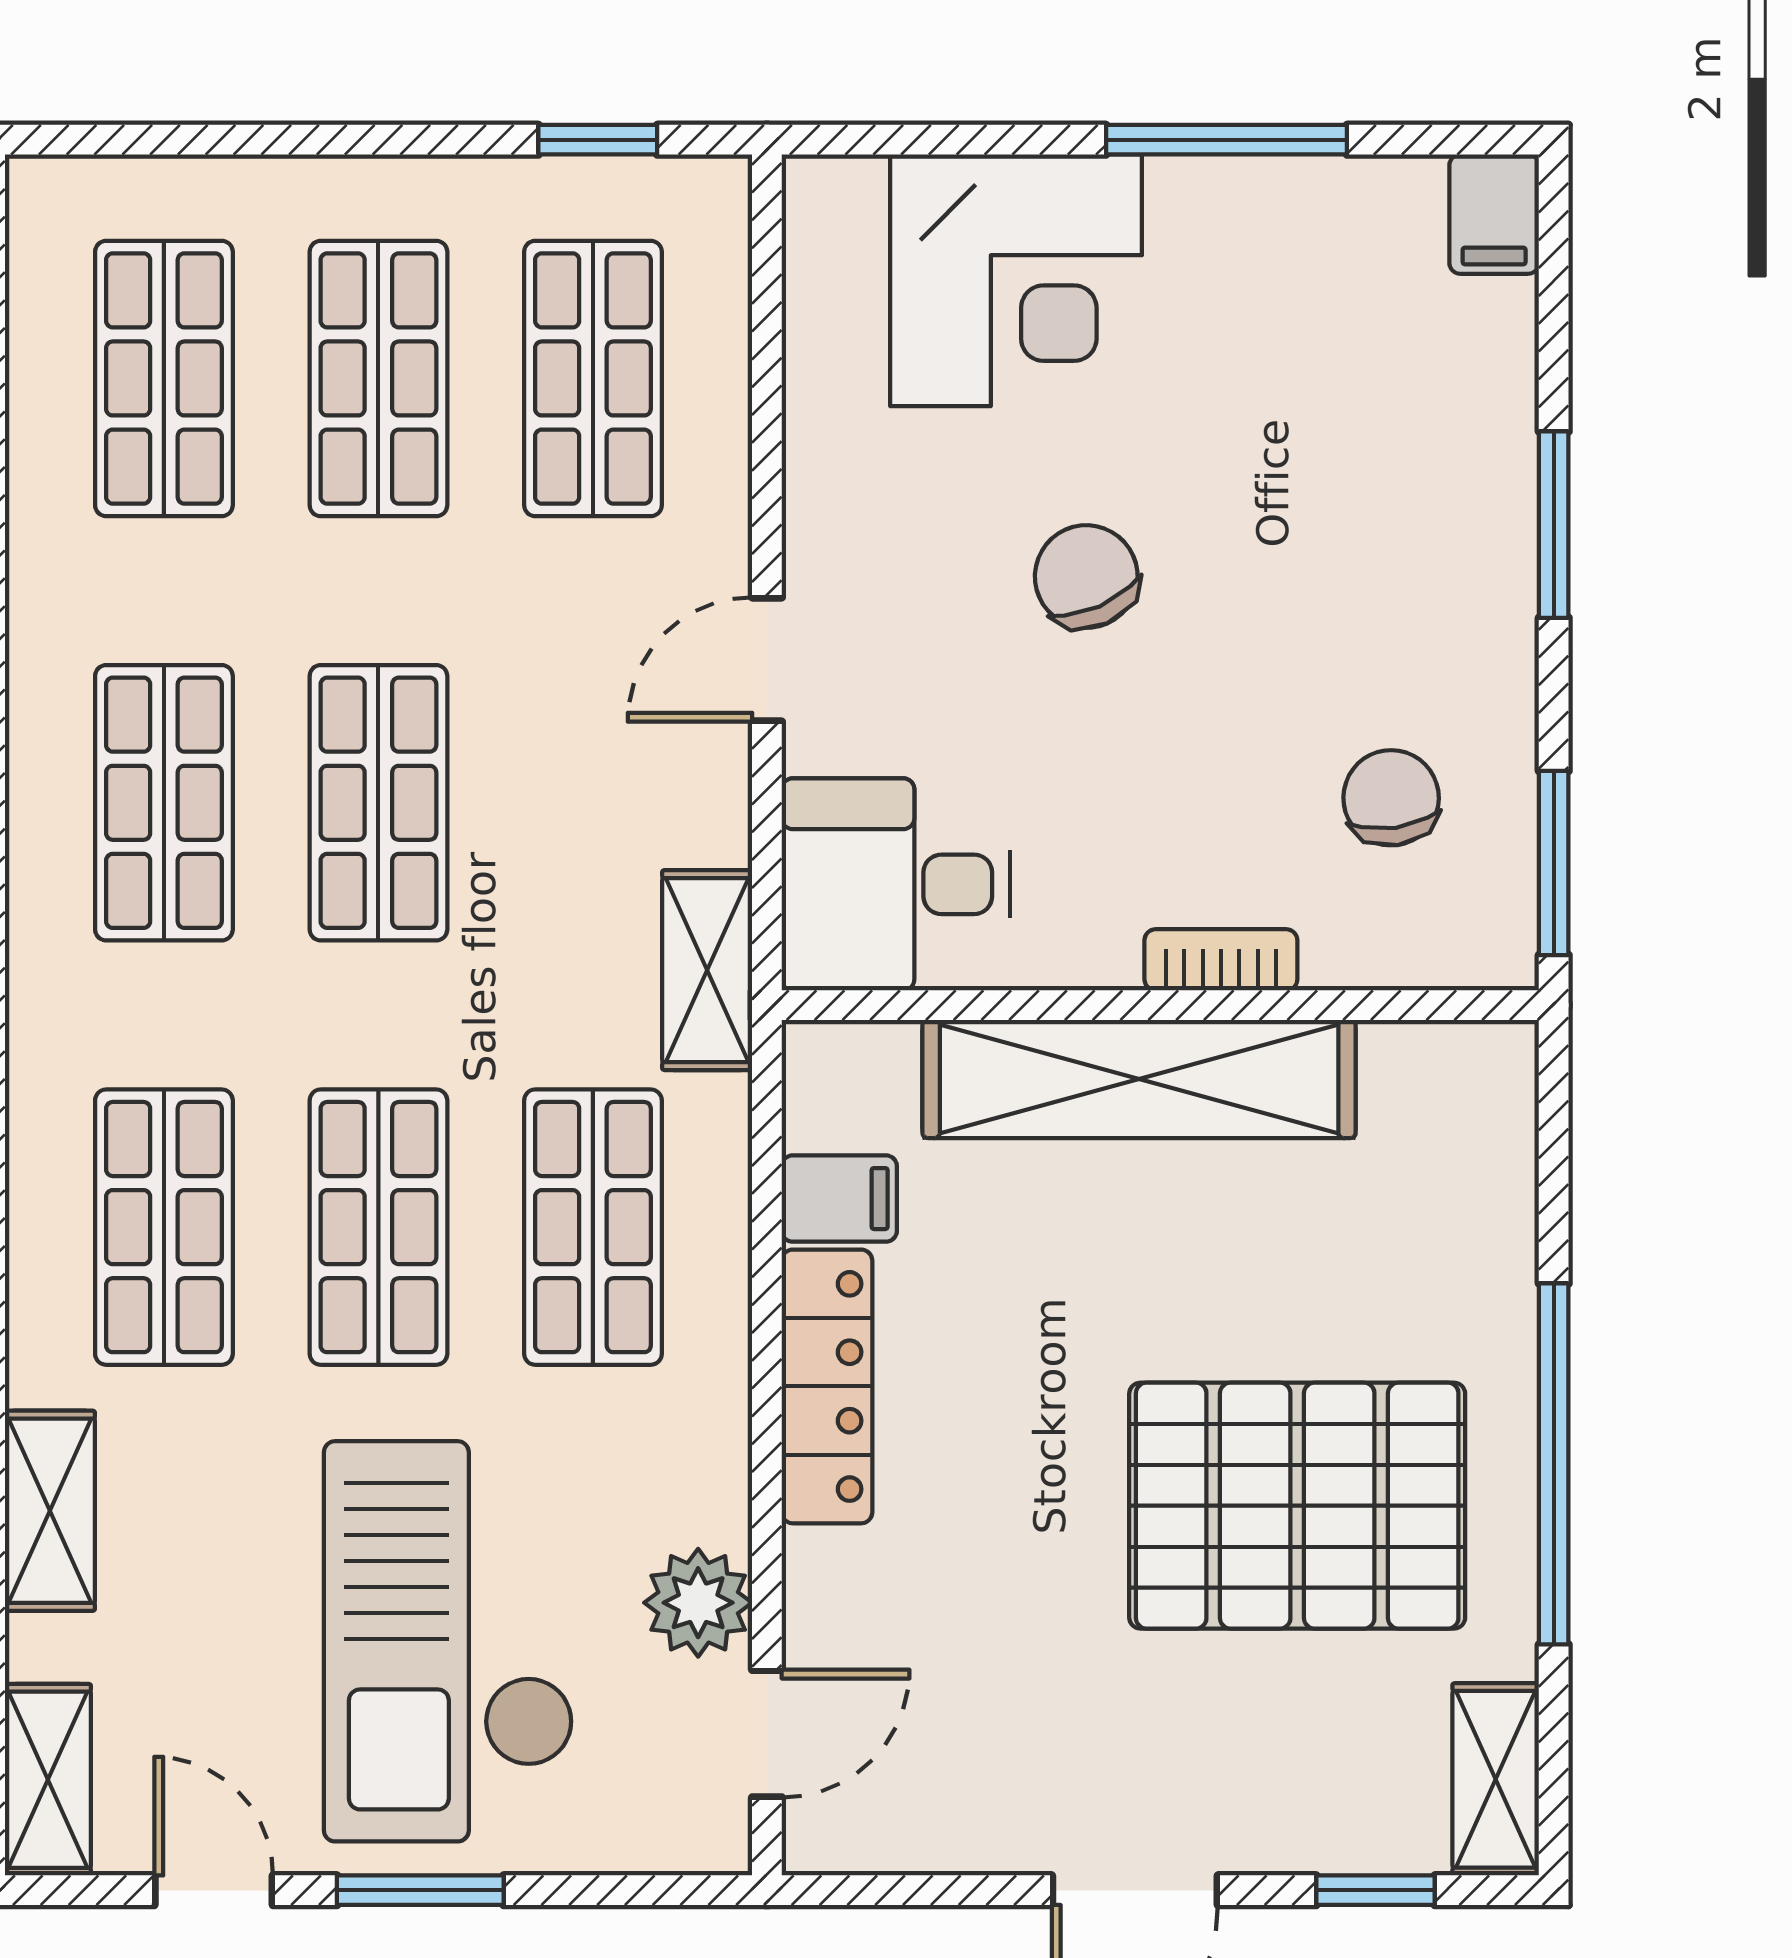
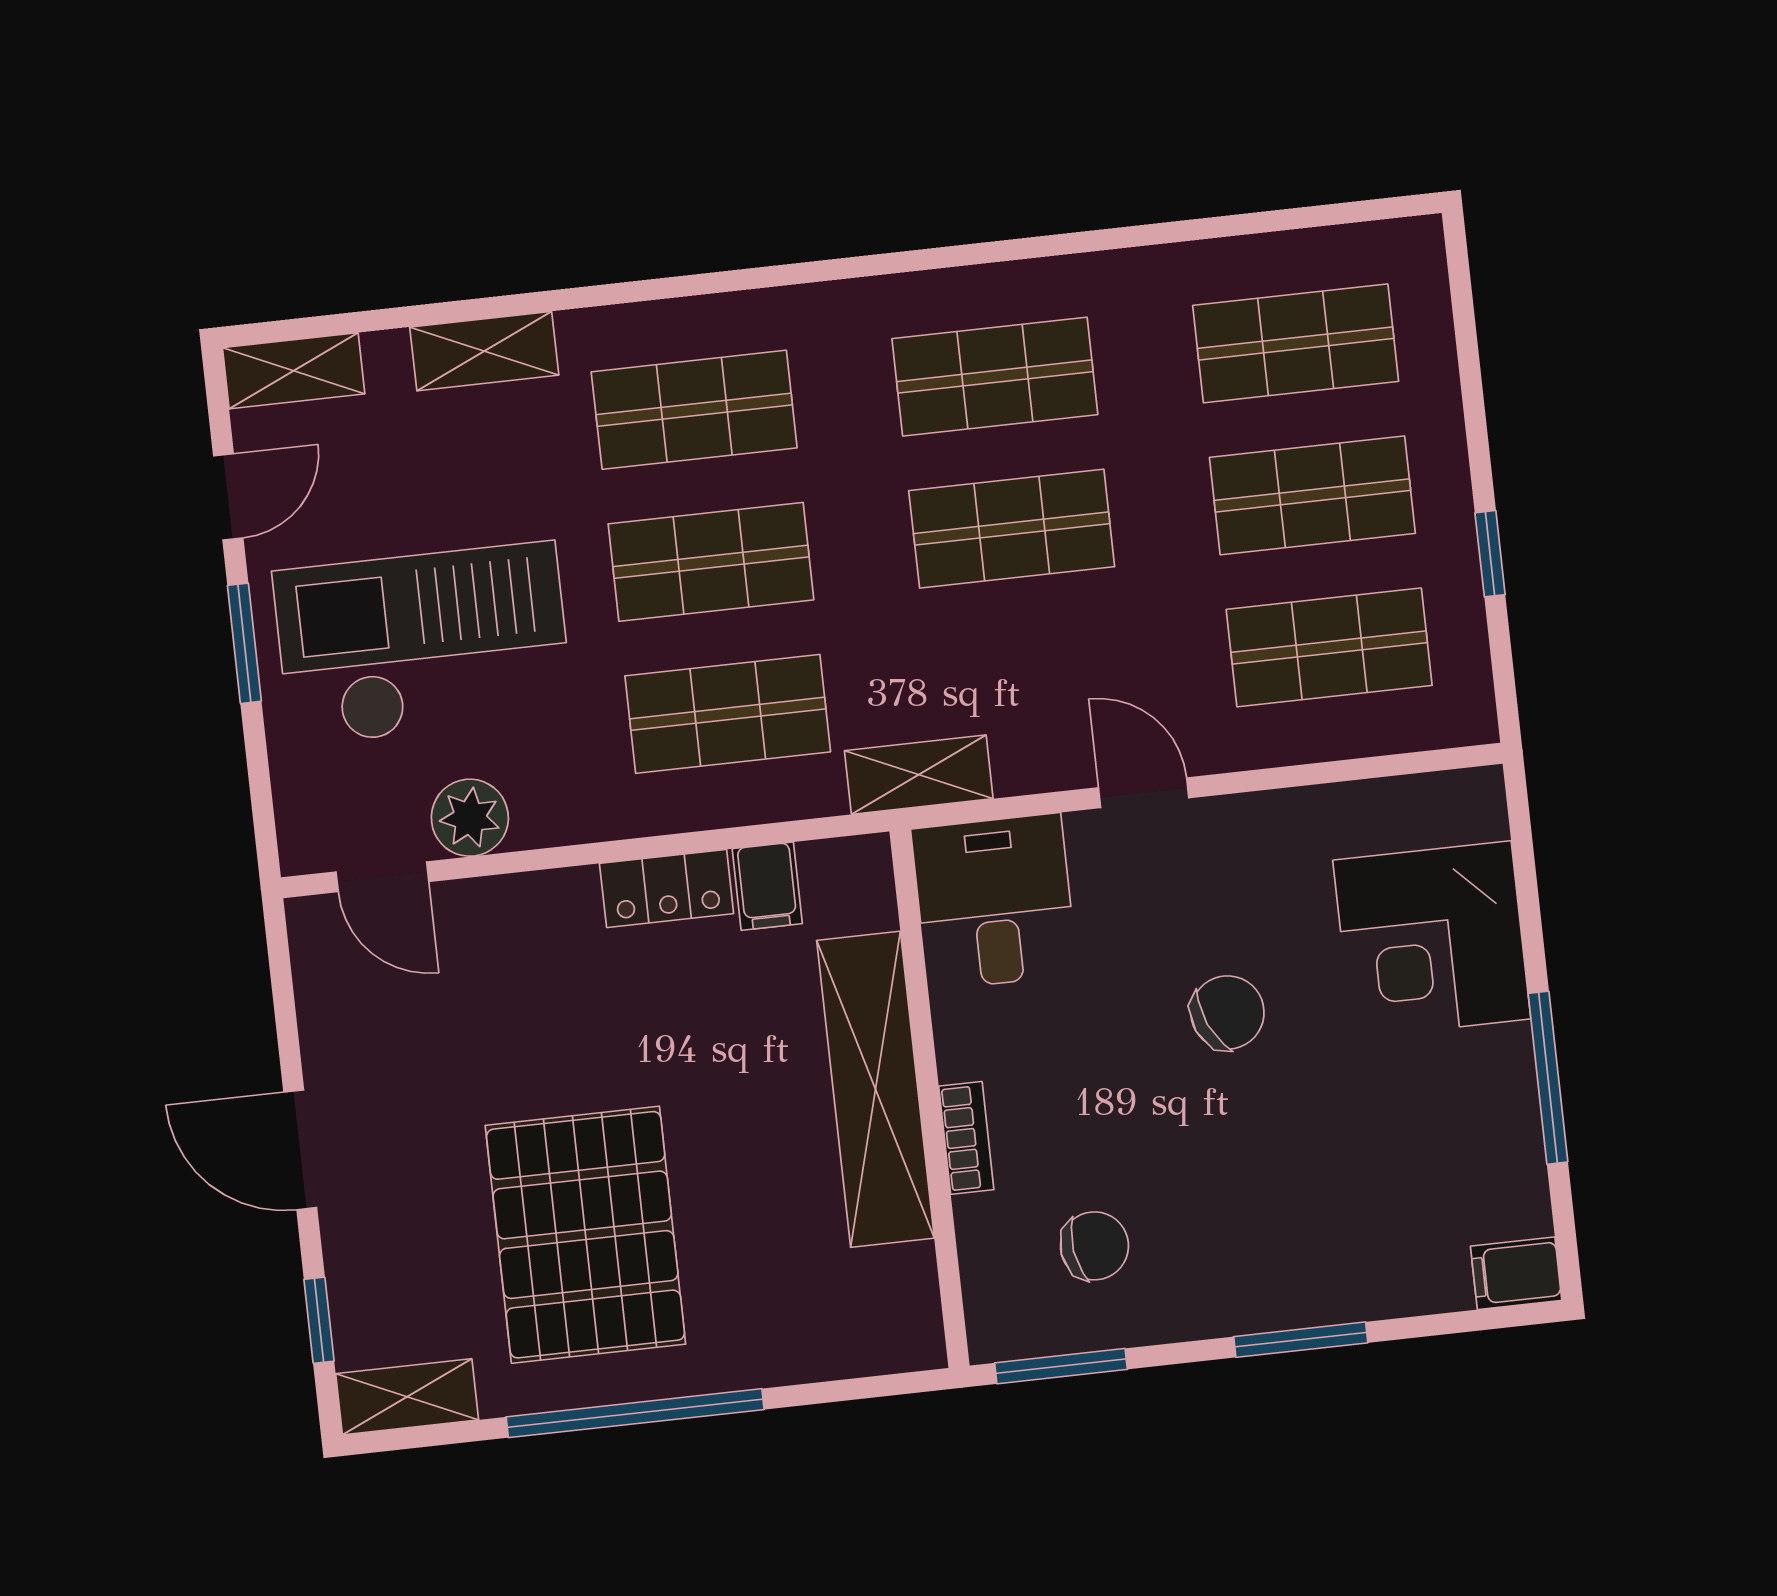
window: (598, 140) -> (1490, 554), moved
locker: (827, 1386) -> (667, 888), width x0.66

